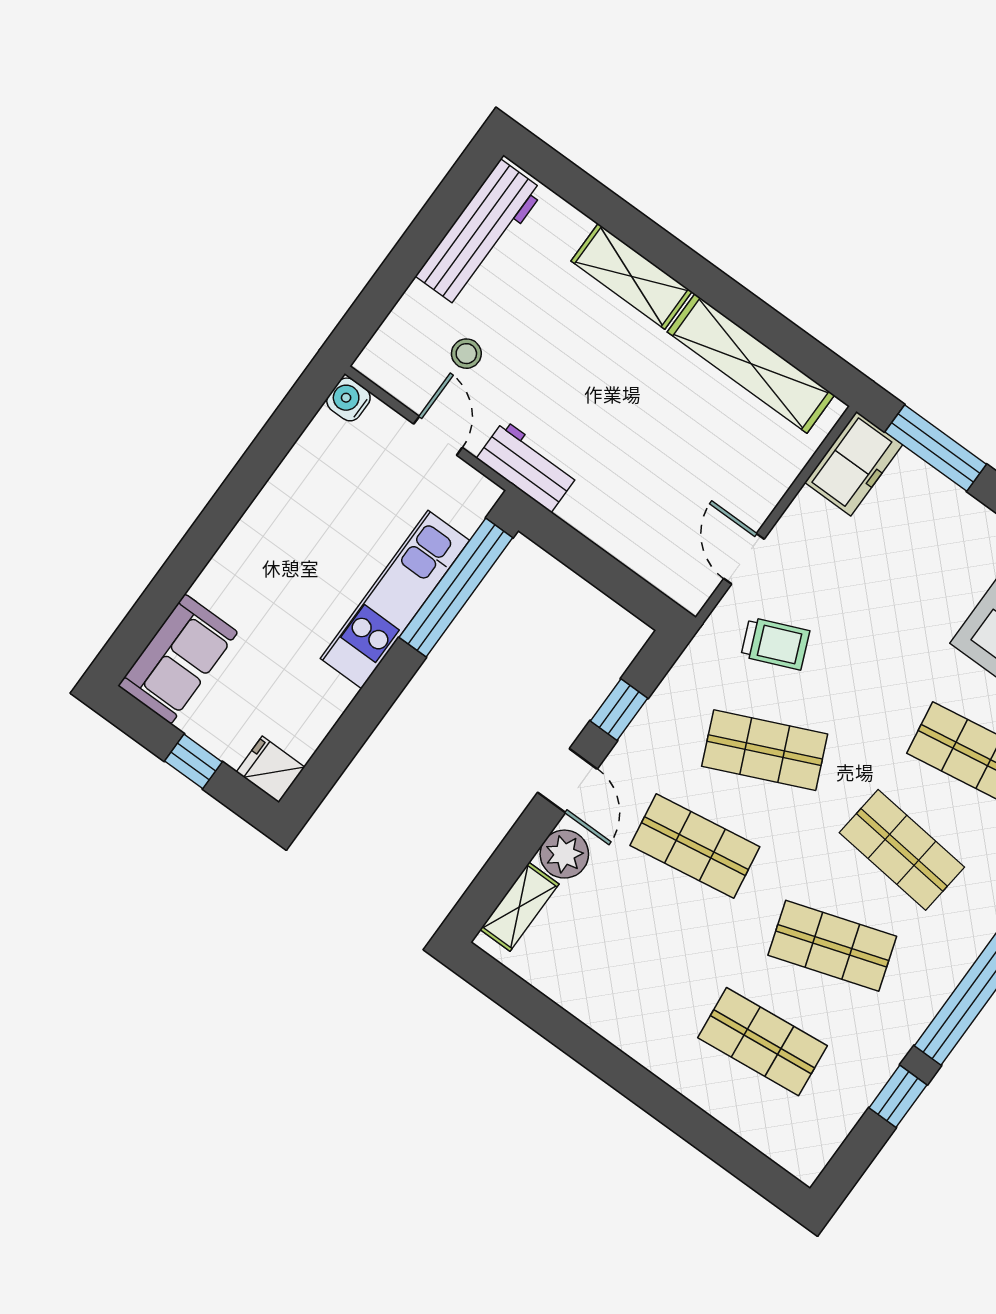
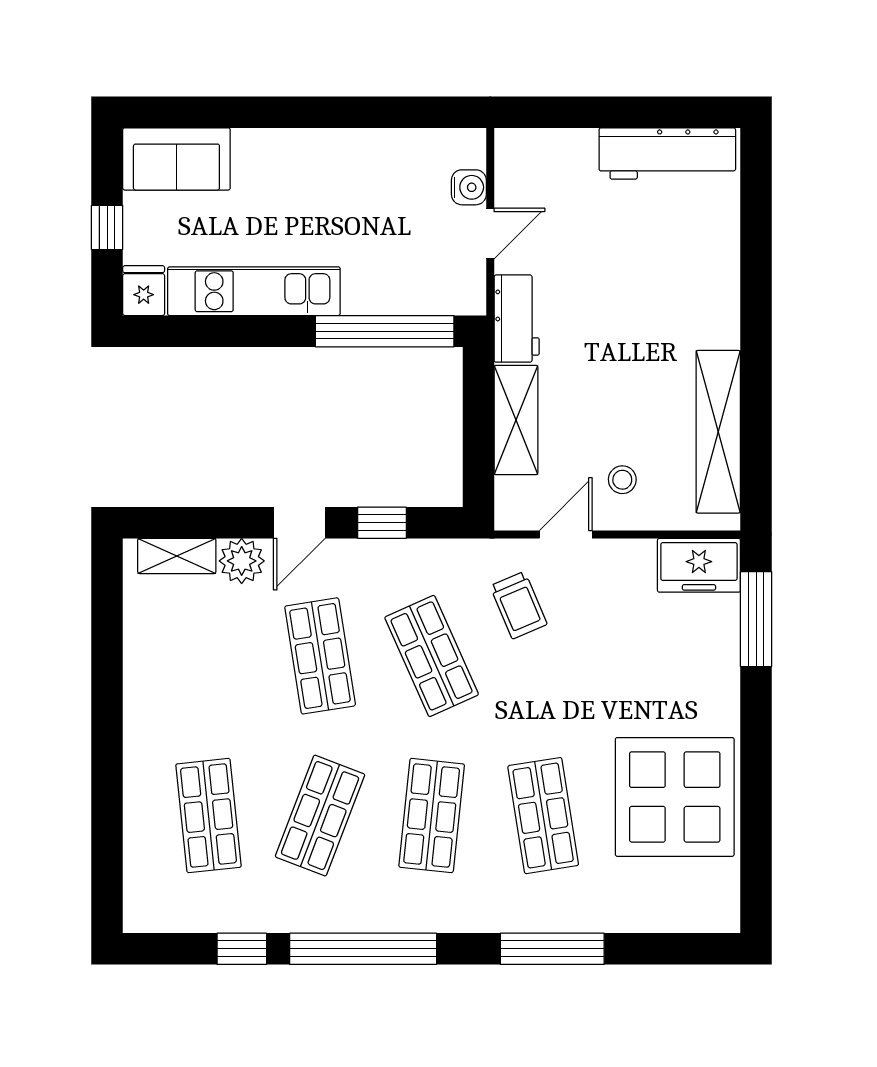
shelving: (632, 276) -> (516, 420), moved
stool: (466, 354) -> (622, 480), moved
water cooler: (348, 399) -> (469, 187), moved, turned 90
kitchen unit: (395, 599) -> (254, 291), moved
shop shelf: (832, 946) -> (320, 816), turned 39

